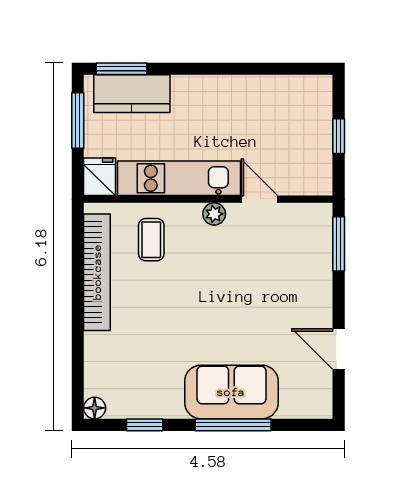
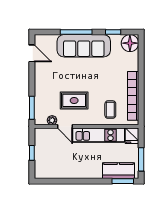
plant: (214, 214) -> (52, 120), moved
rug: (238, 261) -> (74, 100), added
door: (339, 349) -> (32, 53), moved
sofa: (231, 392) -> (84, 46), width x1.36
floor lamp: (95, 408) -> (130, 43), width x1.89, depth x1.89

